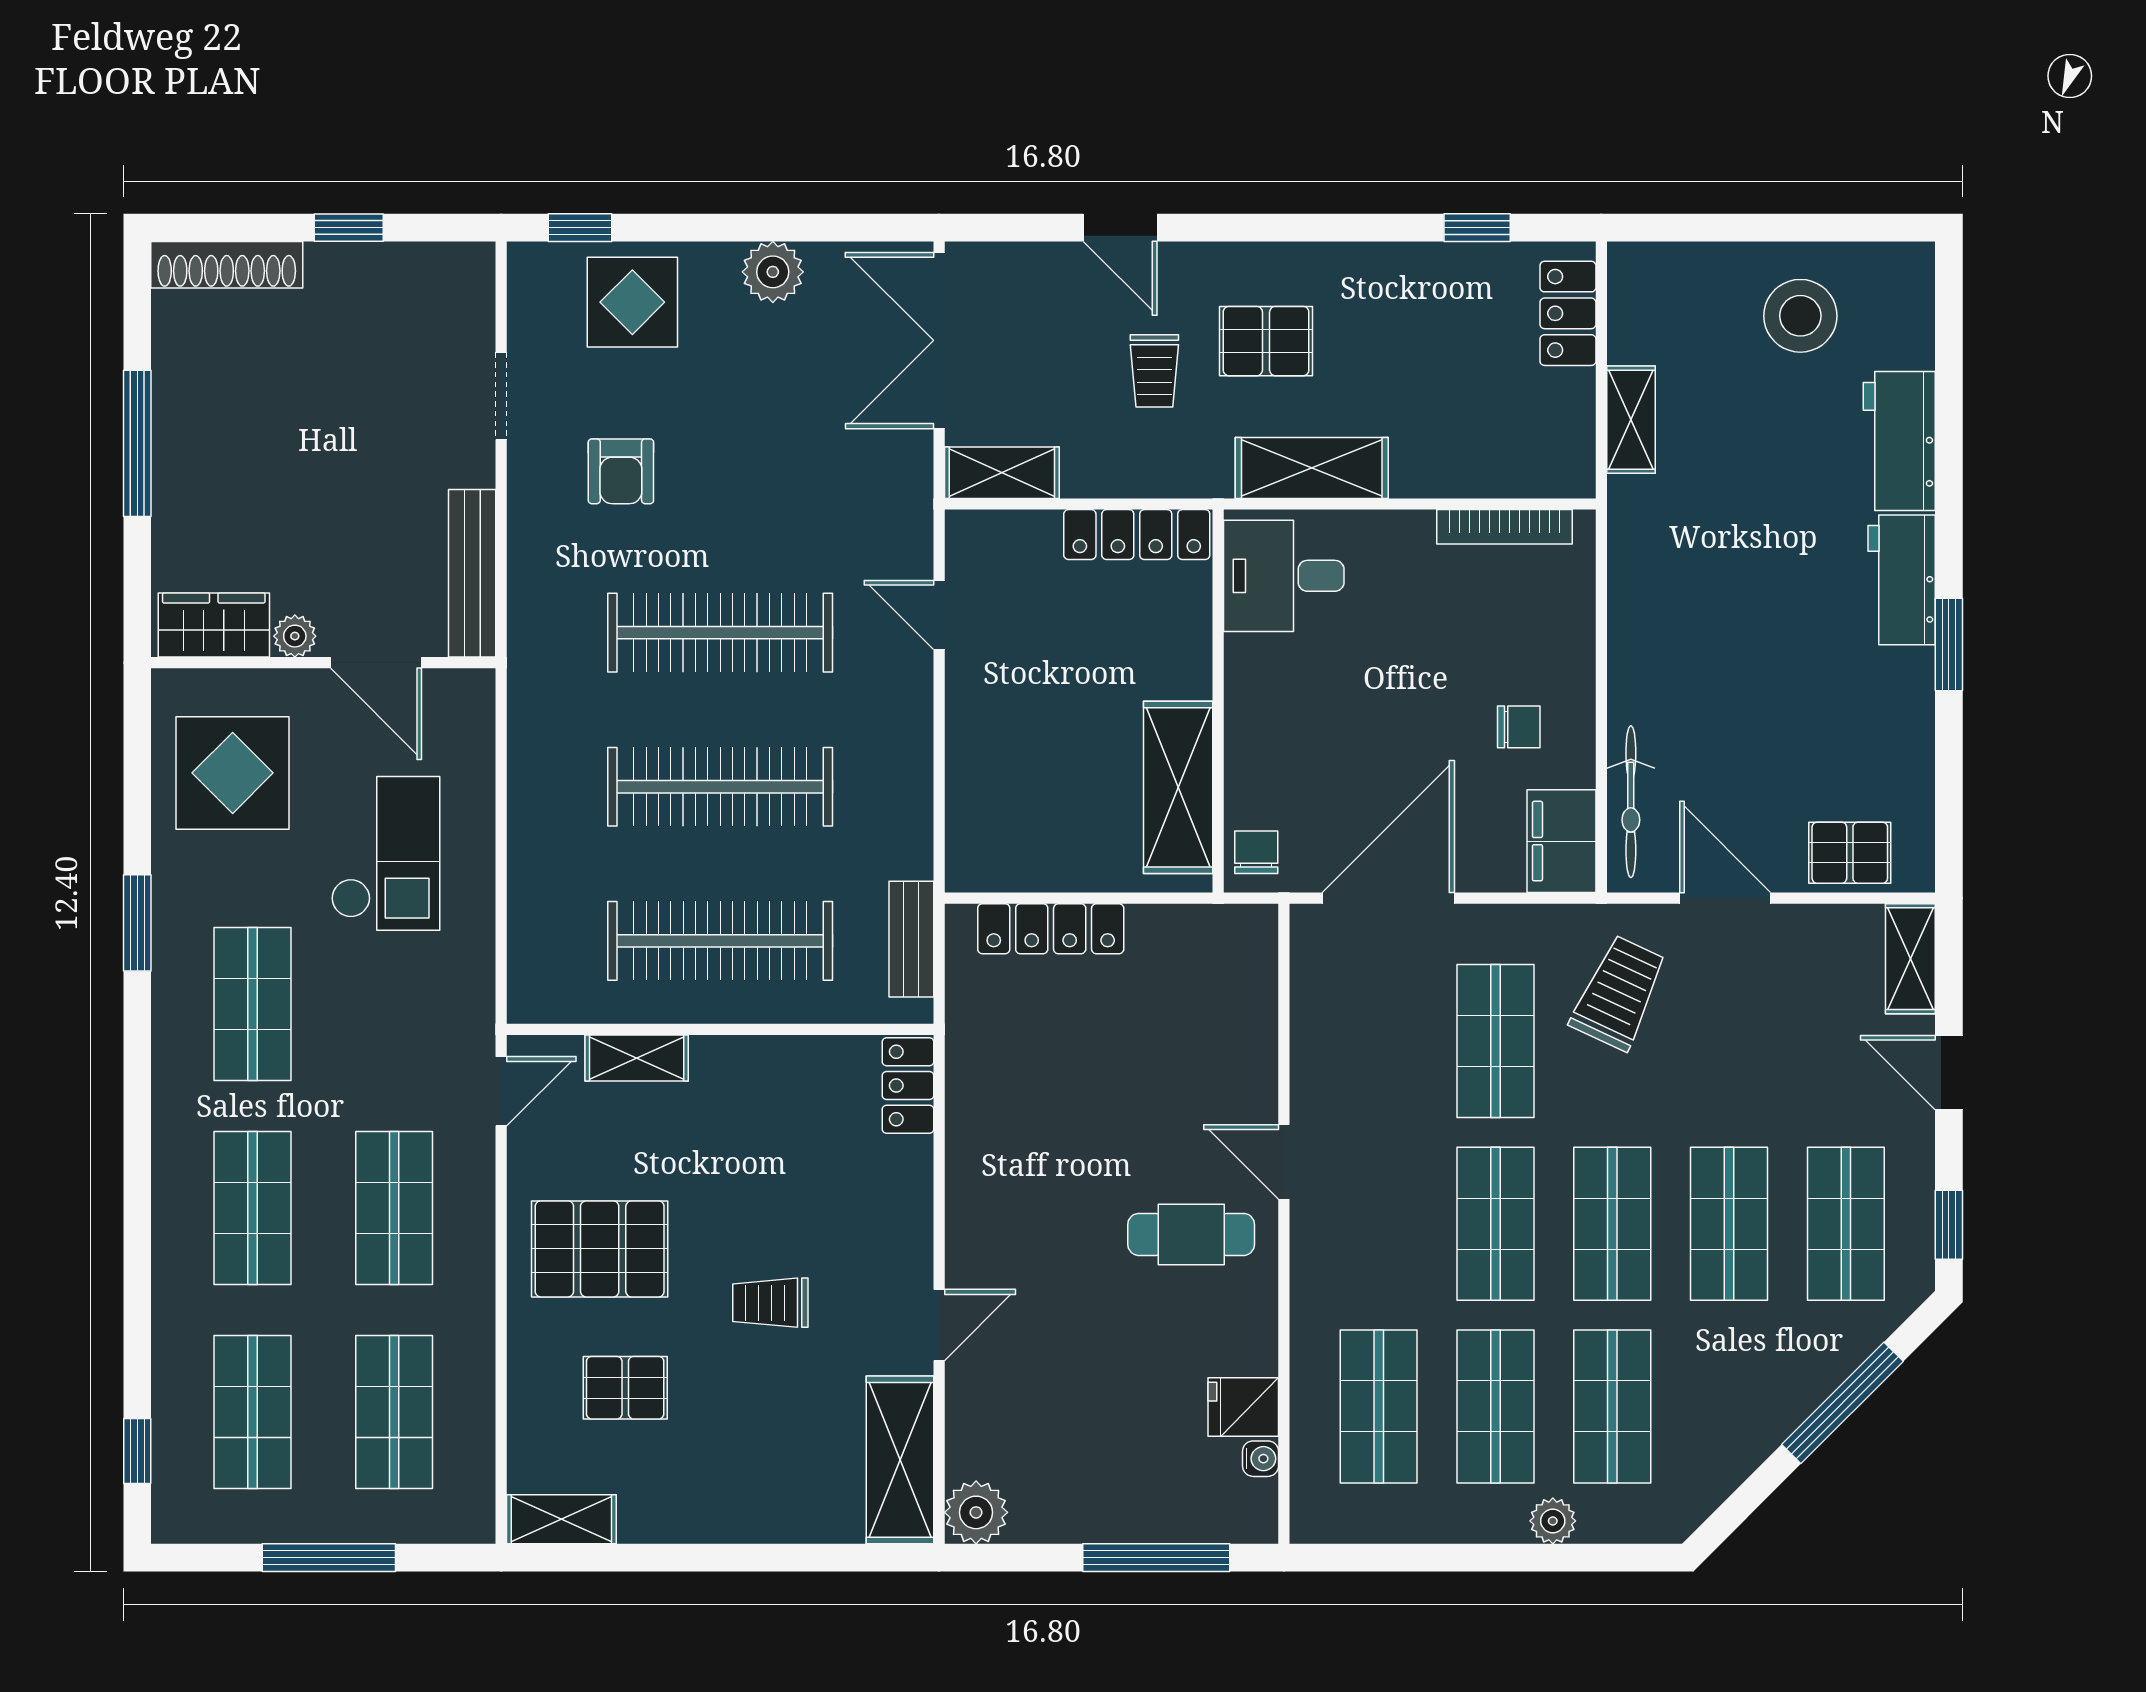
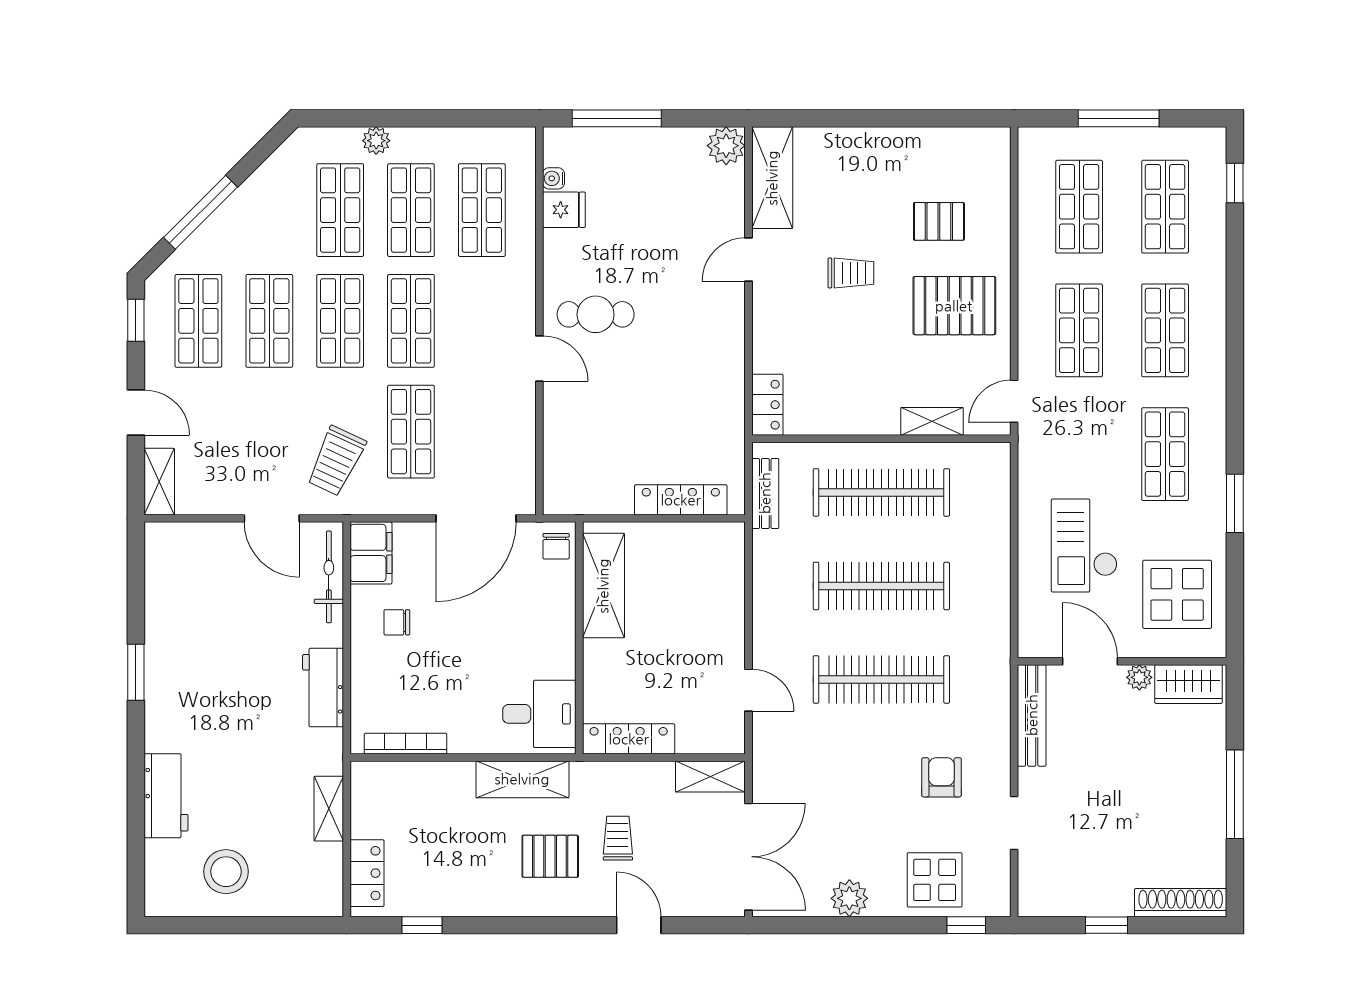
workbench: (1902, 580) -> (323, 688), moved, turned 180
pallet: (1850, 853) -> (196, 546), removed
shelving: (561, 1519) -> (978, 142), removed

